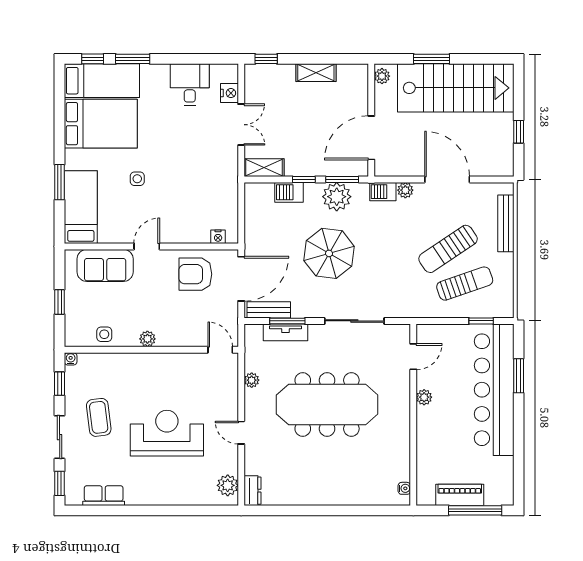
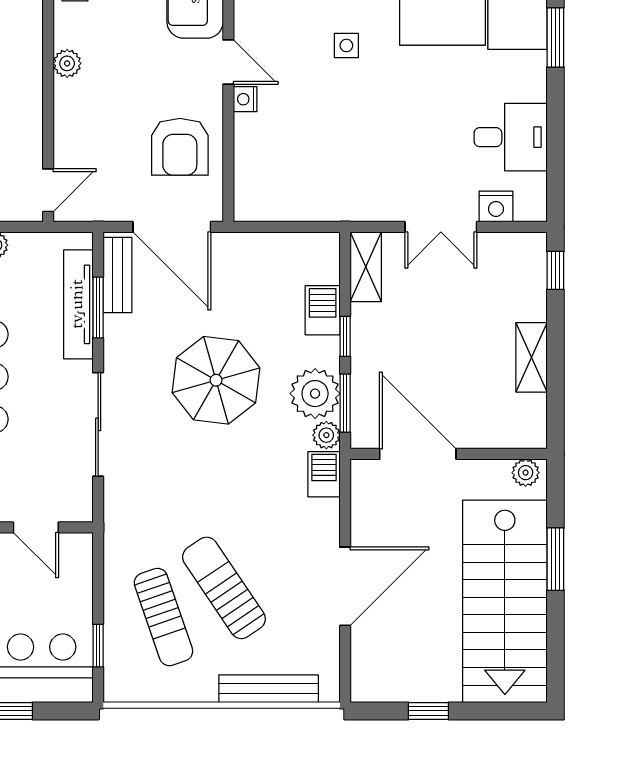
plant: (405, 190) -> (326, 435), moved
nightstand: (218, 237) -> (245, 99), moved
armchair: (195, 274) -> (180, 147), turned 180
tv unit: (286, 332) -> (78, 304), width x1.41

